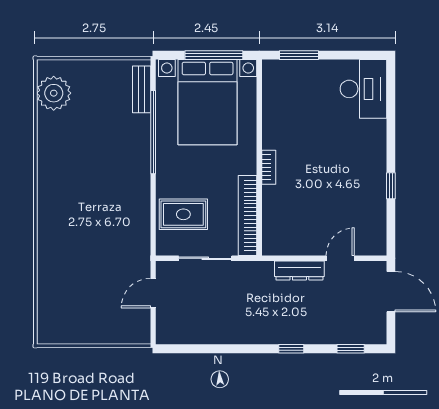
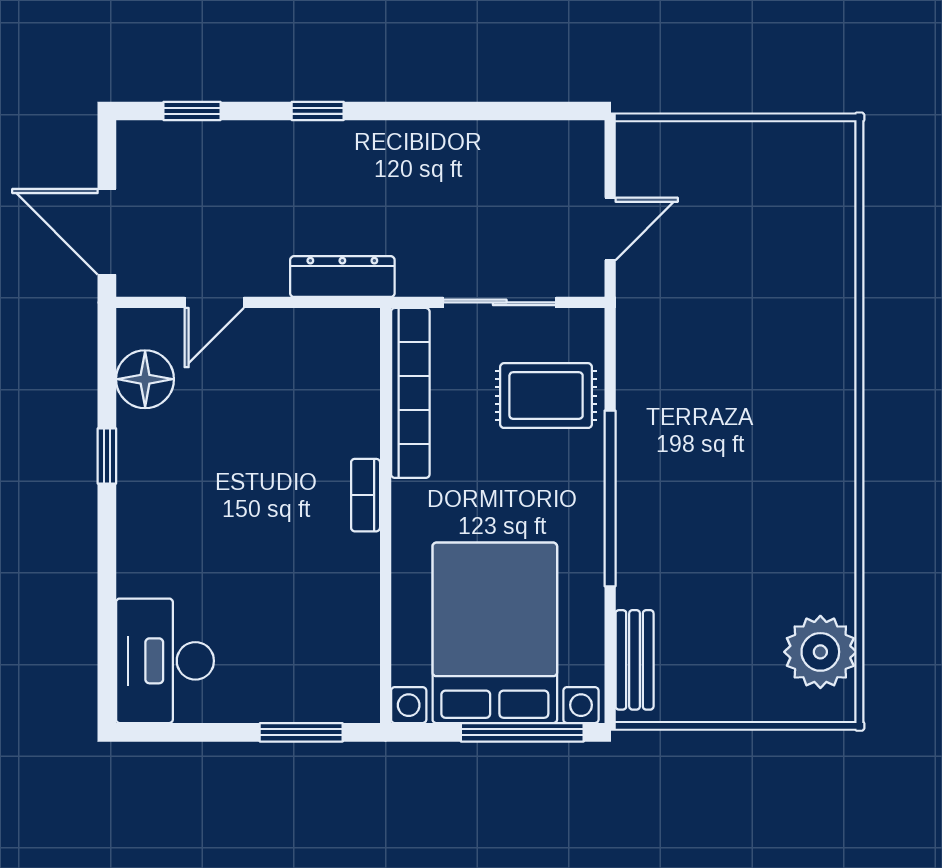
window: (214, 55) -> (522, 732), moved
window: (153, 132) -> (610, 498), moved
floor lamp: (373, 222) -> (145, 379), added
dresser: (299, 271) -> (342, 277), moved

